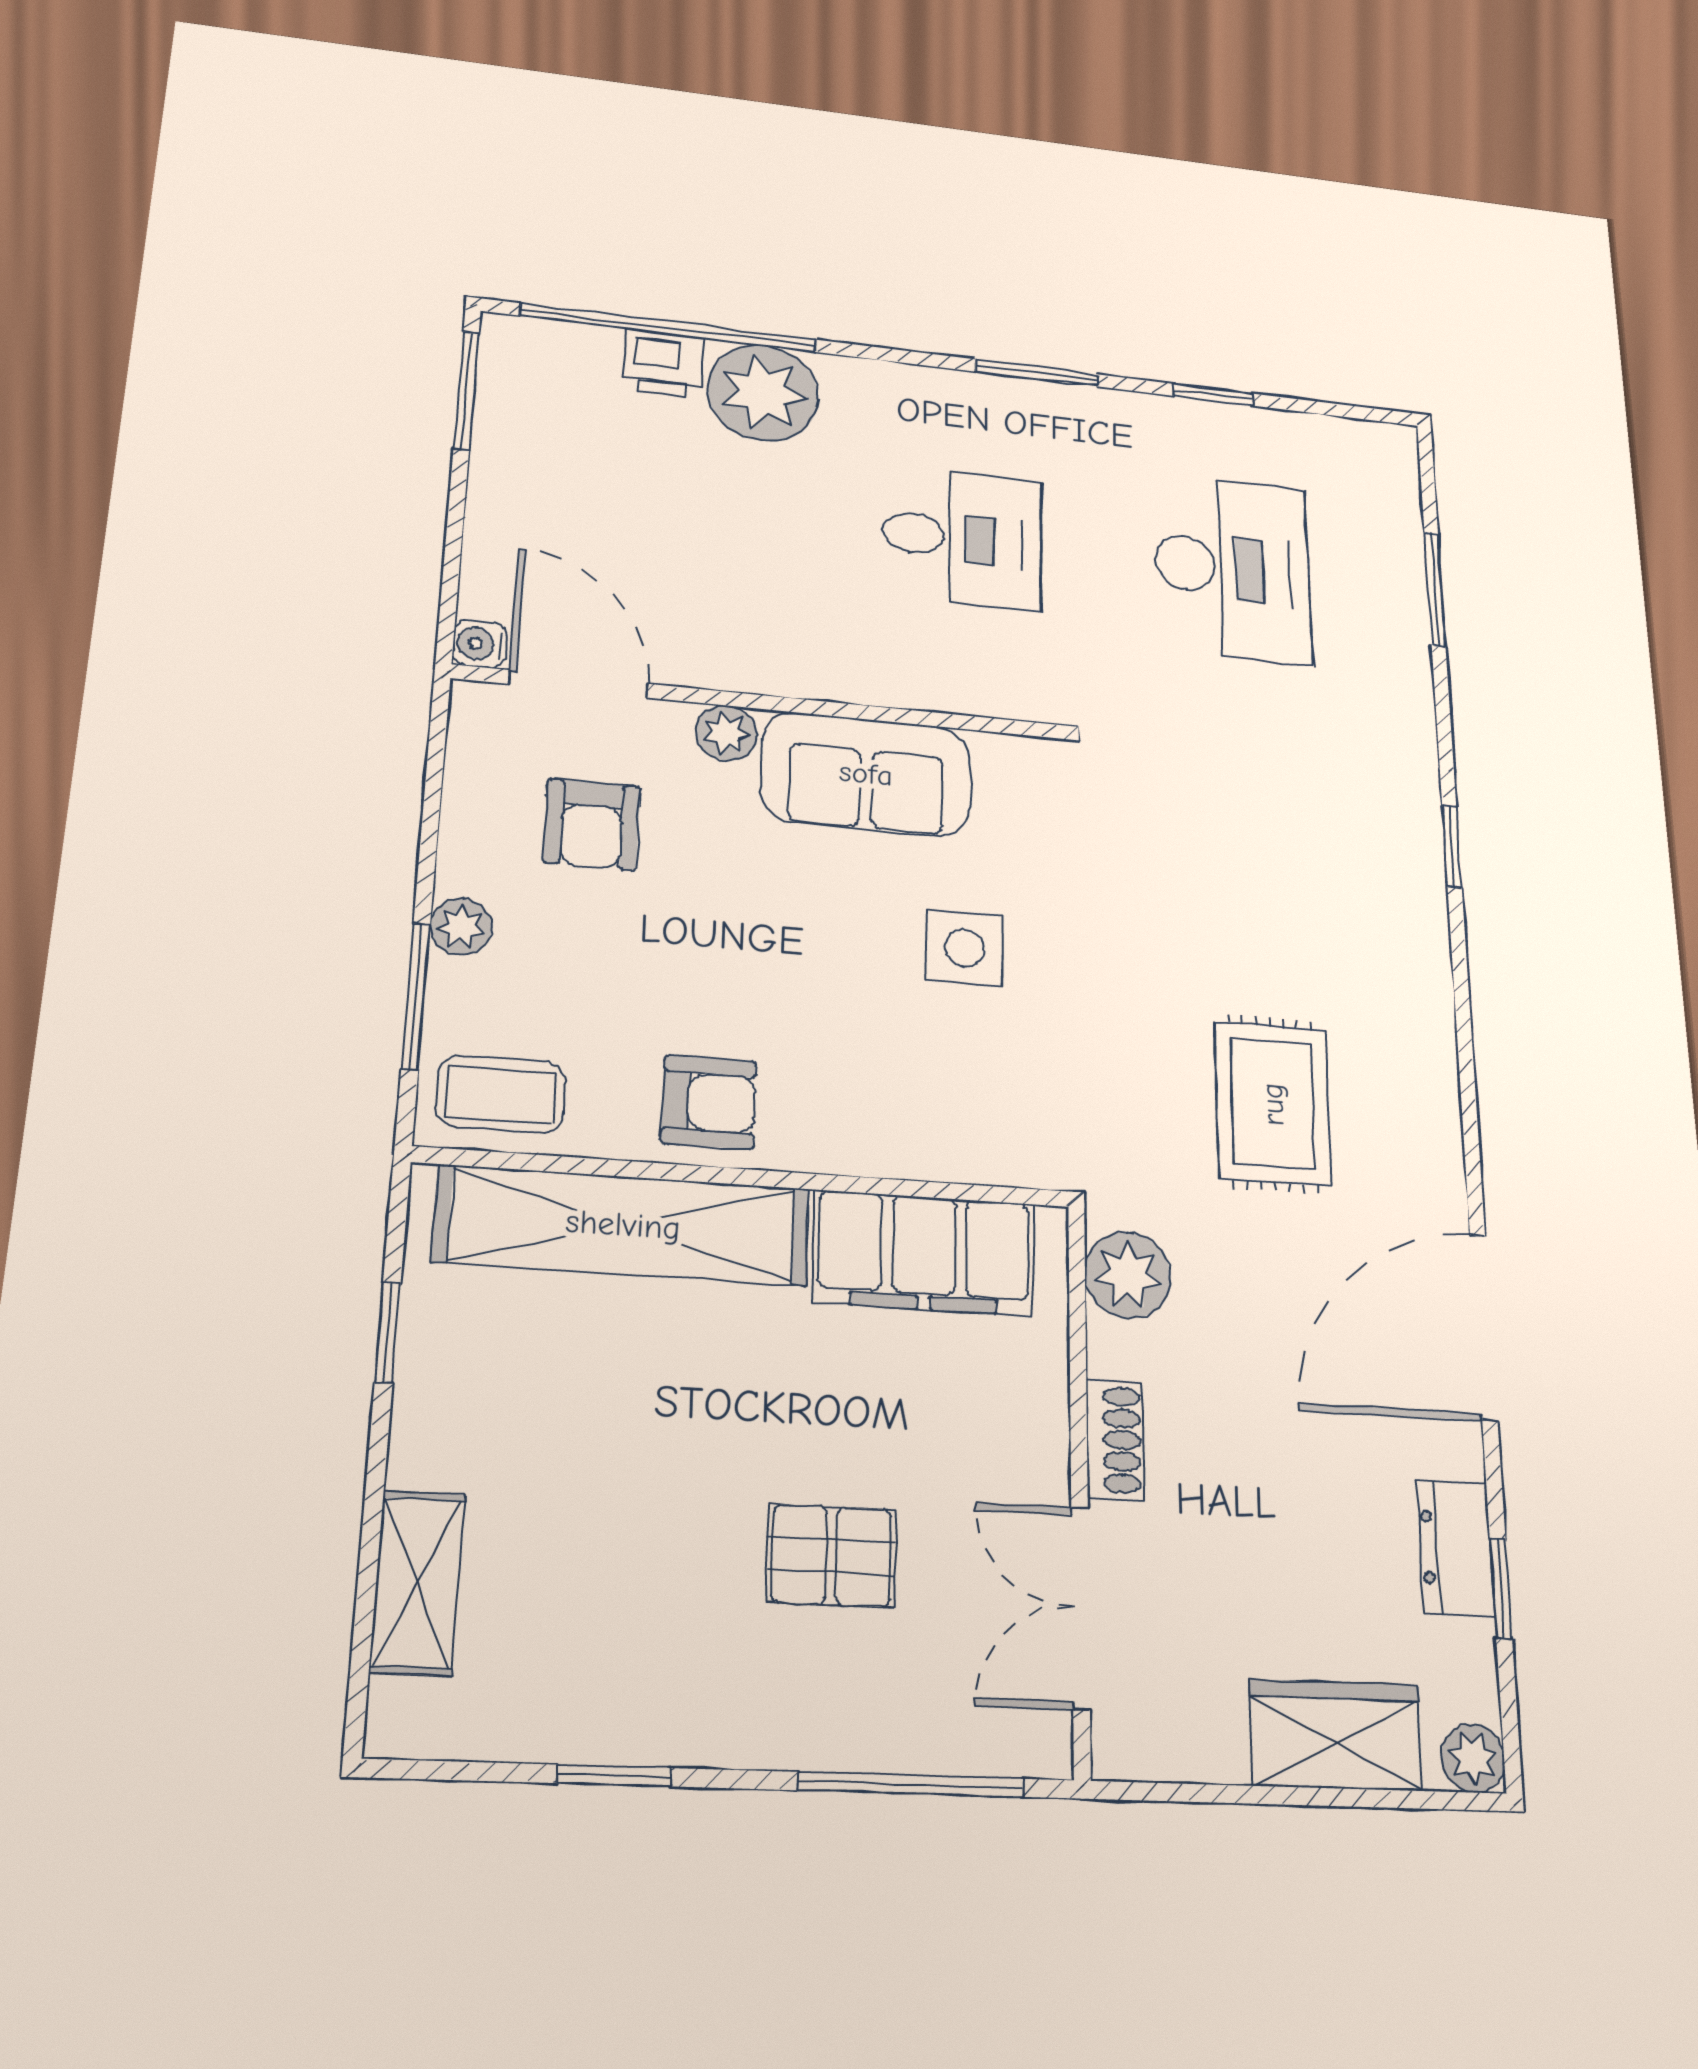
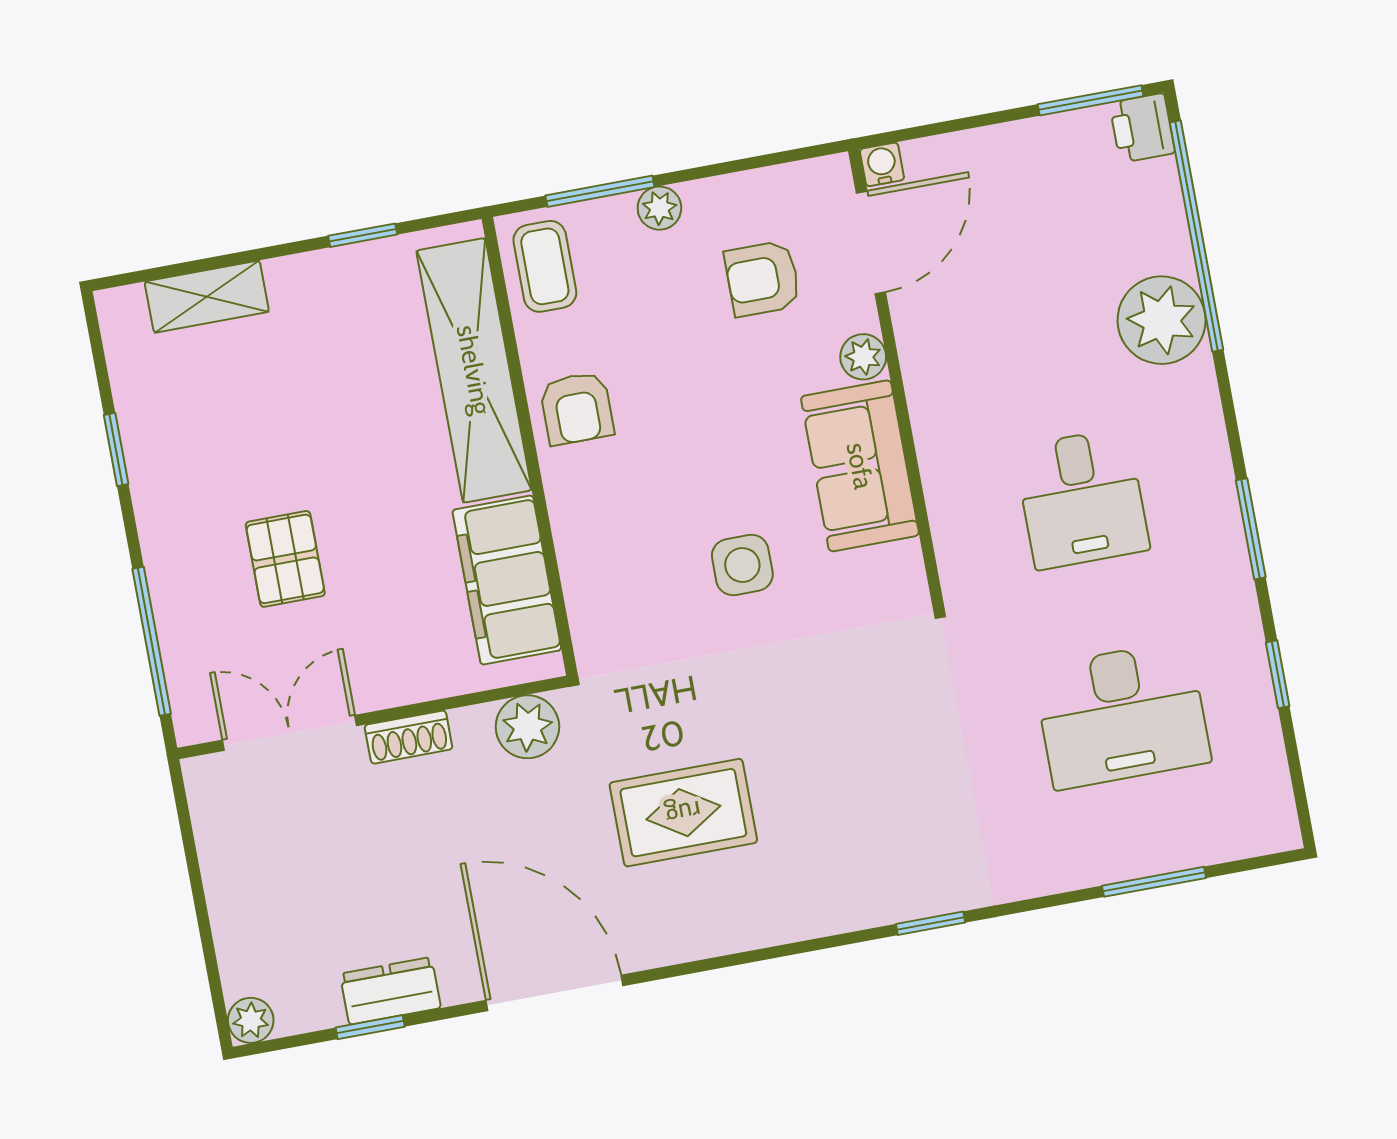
printer: (663, 364) -> (1142, 128), moved
wardrobe: (1336, 1735) -> (245, 922), removed

